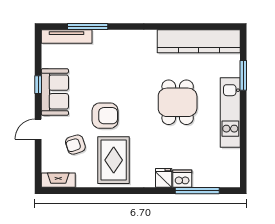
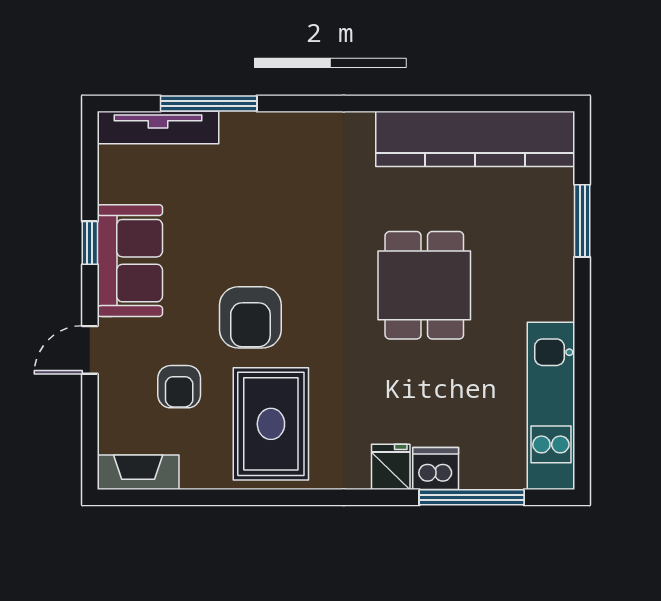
kitchen unit: (230, 113) -> (551, 406), moved
armchair: (105, 116) -> (250, 317), turned 90
armchair: (75, 145) -> (179, 387), turned -72

